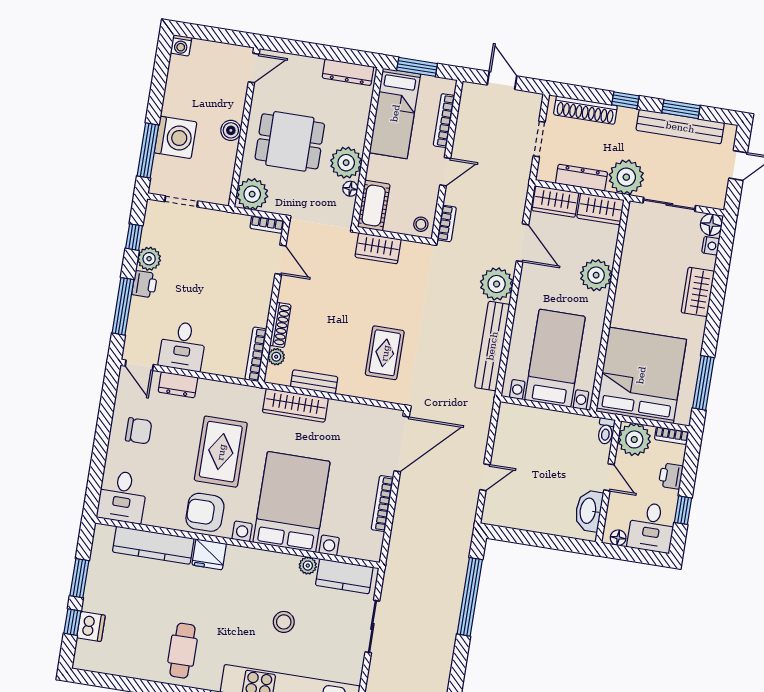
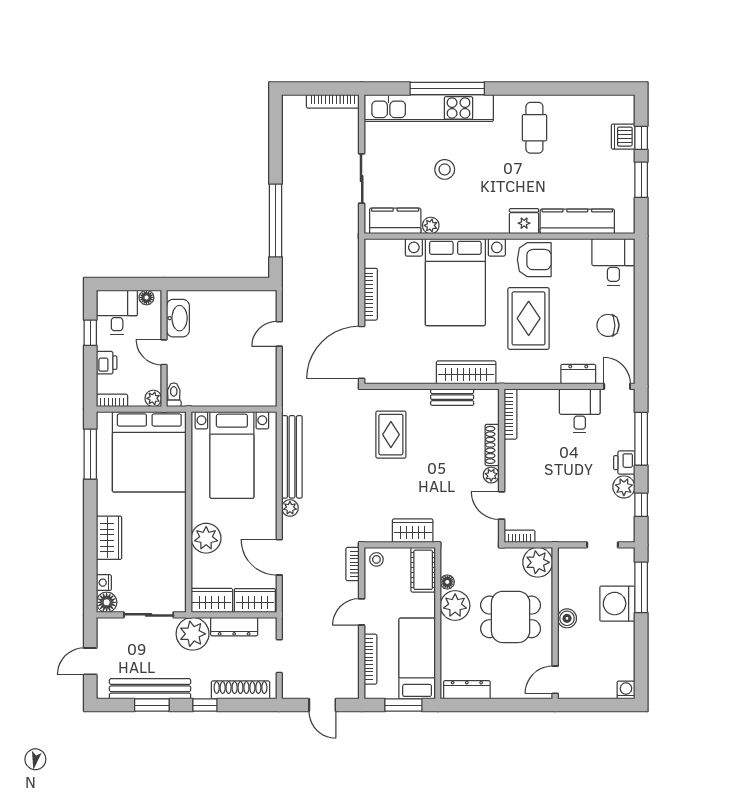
plant: (497, 284) -> (290, 508), width x0.53, depth x0.53
plant: (276, 357) -> (491, 475), moved
plant: (634, 439) -> (153, 398), width x0.53, depth x0.53

